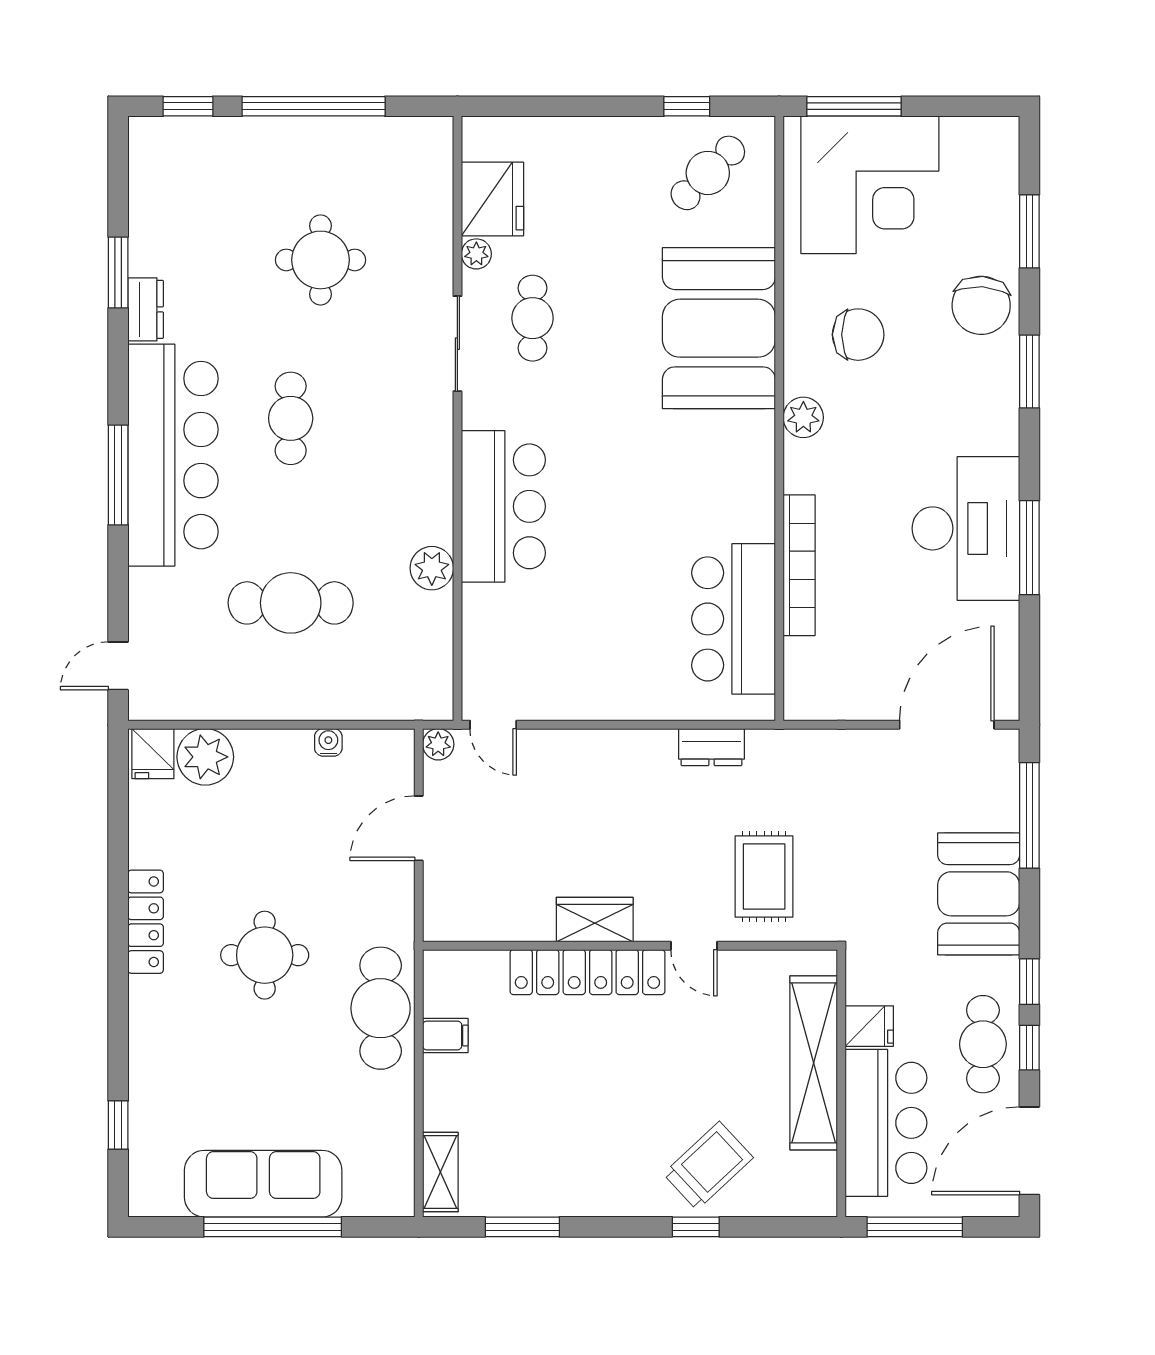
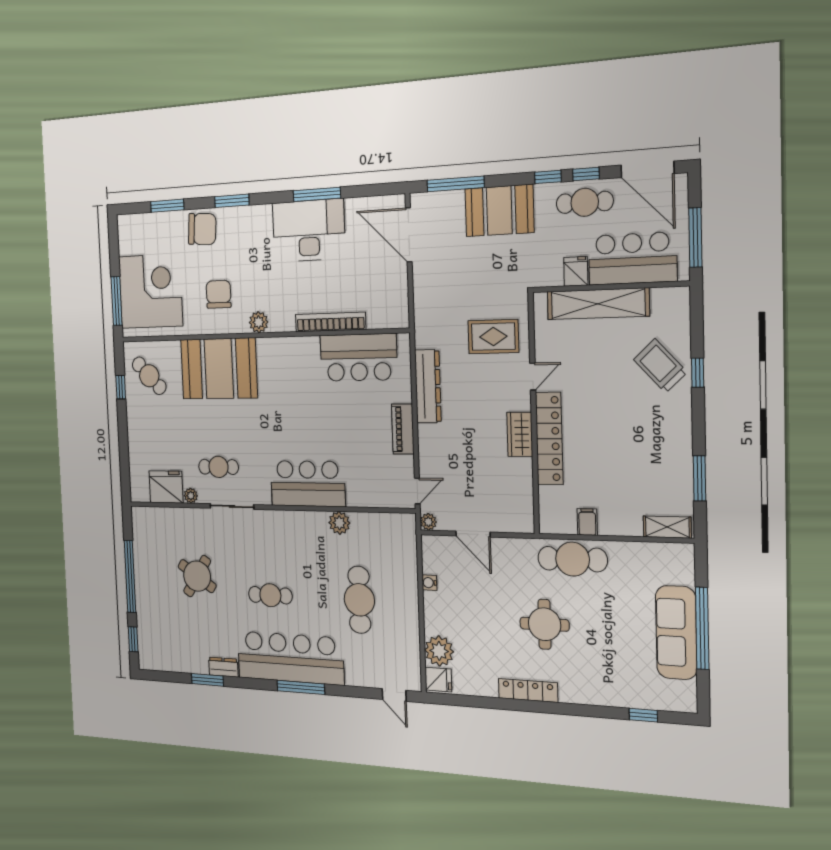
round table: (320, 260) -> (197, 576), turned 33
piano: (604, 701) -> (403, 429), added
dresser: (711, 747) -> (428, 386), width x1.96, depth x1.24

